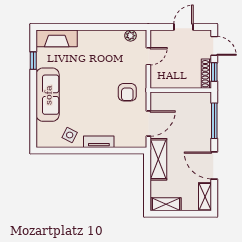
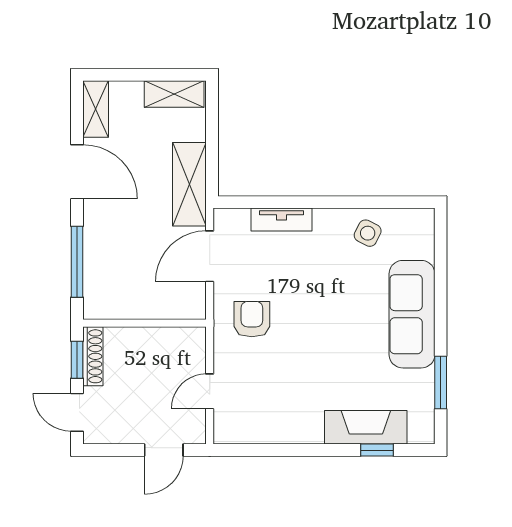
window: (65, 27) -> (377, 450), added
door: (183, 27) -> (164, 450), moved
plant: (130, 36) -> (245, 433), removed
fireplace: (57, 38) -> (366, 427), moved
window: (33, 61) -> (441, 382), width x1.50
tv unit: (99, 142) -> (282, 220), moved

